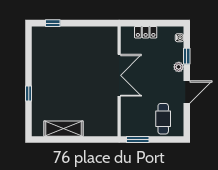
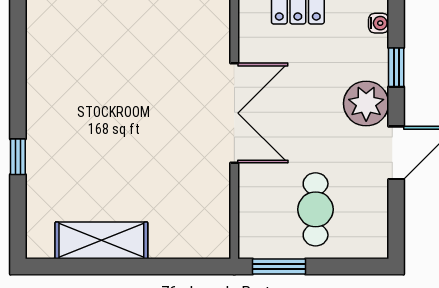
plant: (179, 67) -> (366, 103), width x1.87, depth x1.87
cafe table: (163, 119) -> (316, 209), moved

